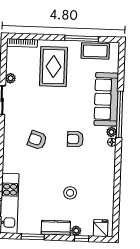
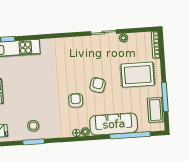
window: (120, 114) -> (130, 135), moved
armchair: (37, 140) -> (98, 85), moved
window: (117, 191) -> (34, 142), added
stool: (70, 193) -> (33, 126), moved

